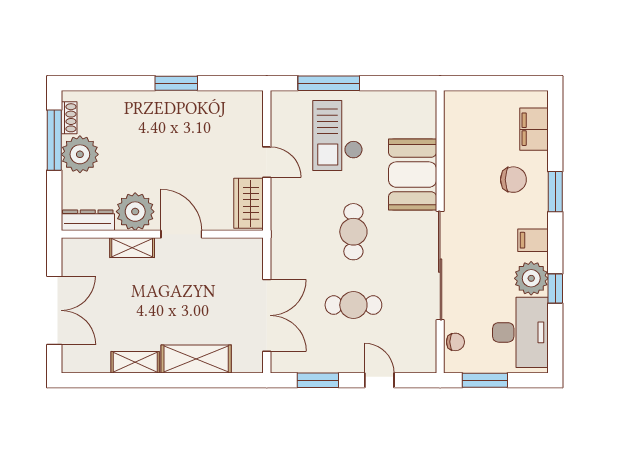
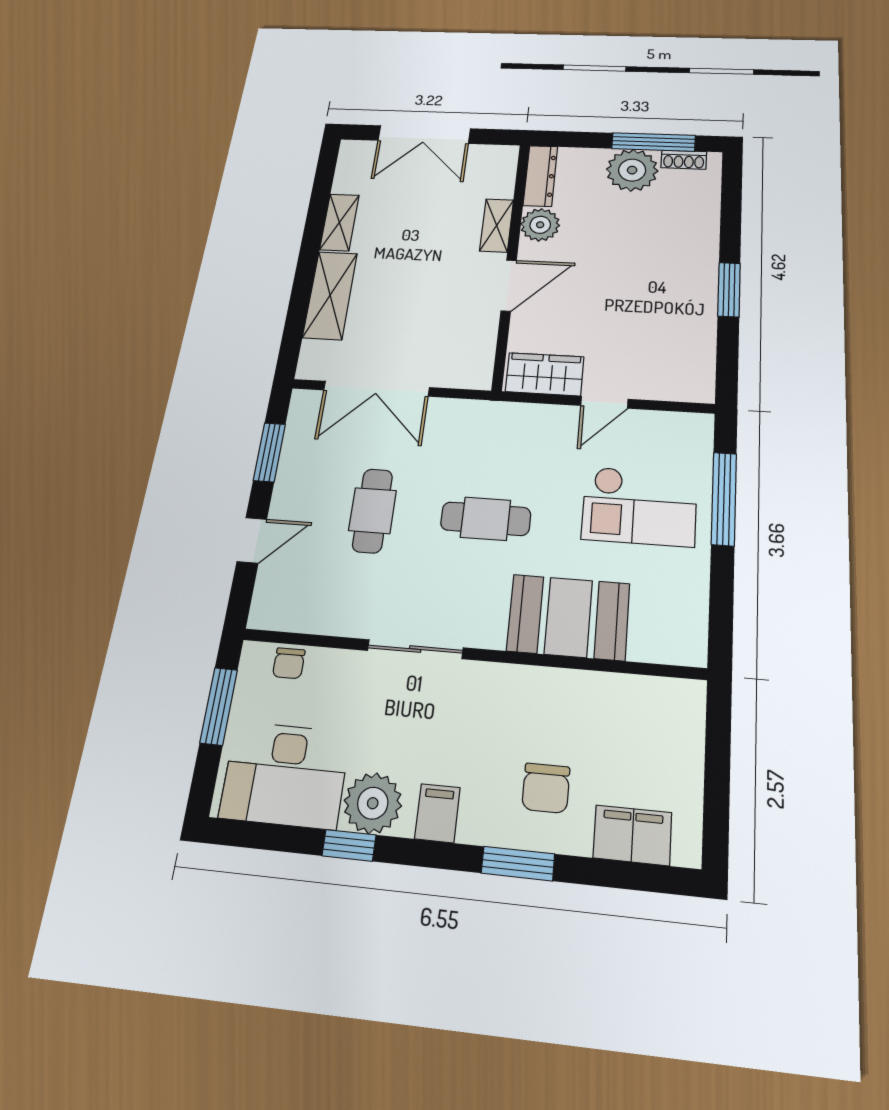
checkout: (338, 136) -> (639, 506), turned 180
plant: (135, 212) -> (540, 225), width x0.73, depth x0.73
sliding door: (440, 266) -> (415, 649), width x0.54

